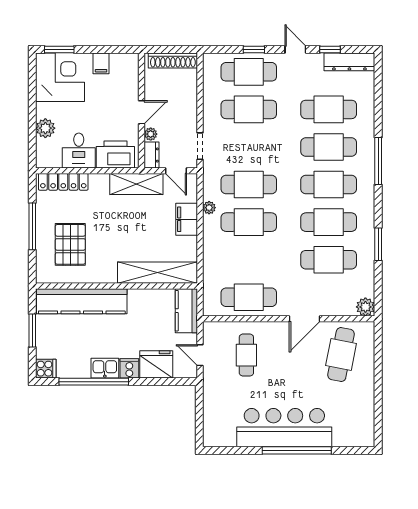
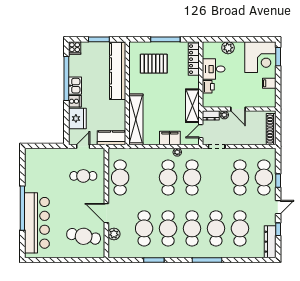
printer: (115, 155) -> (208, 87), width x0.53, depth x0.68
plant: (365, 307) -> (114, 234), moved
bar counter: (284, 428) -> (37, 223), moved

